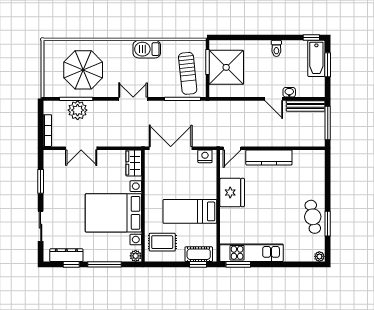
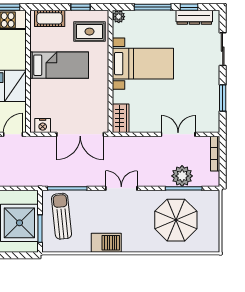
double door: (133, 99) -> (121, 188), swing flipped
bed with nightstands: (113, 213) -> (143, 64), width x0.73
window: (198, 264) -> (81, 7), moved

